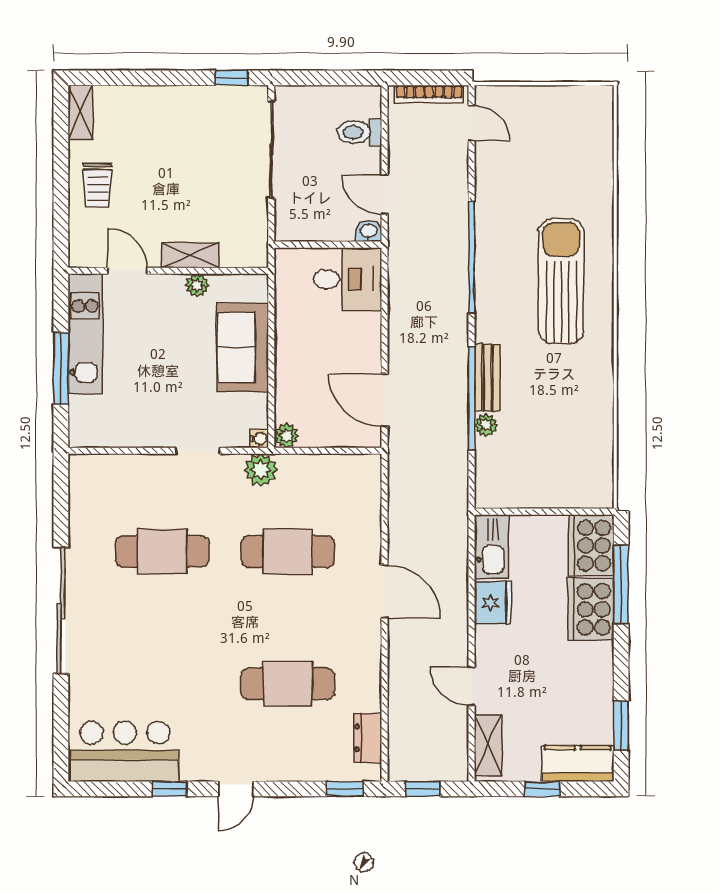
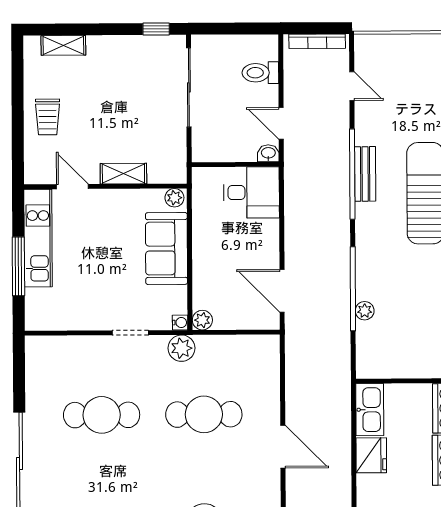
shelving: (80, 112) -> (63, 45), moved, turned 90
door: (472, 123) -> (352, 86), moved
plant: (197, 285) -> (174, 198), moved
bench: (487, 378) -> (365, 174), moved

